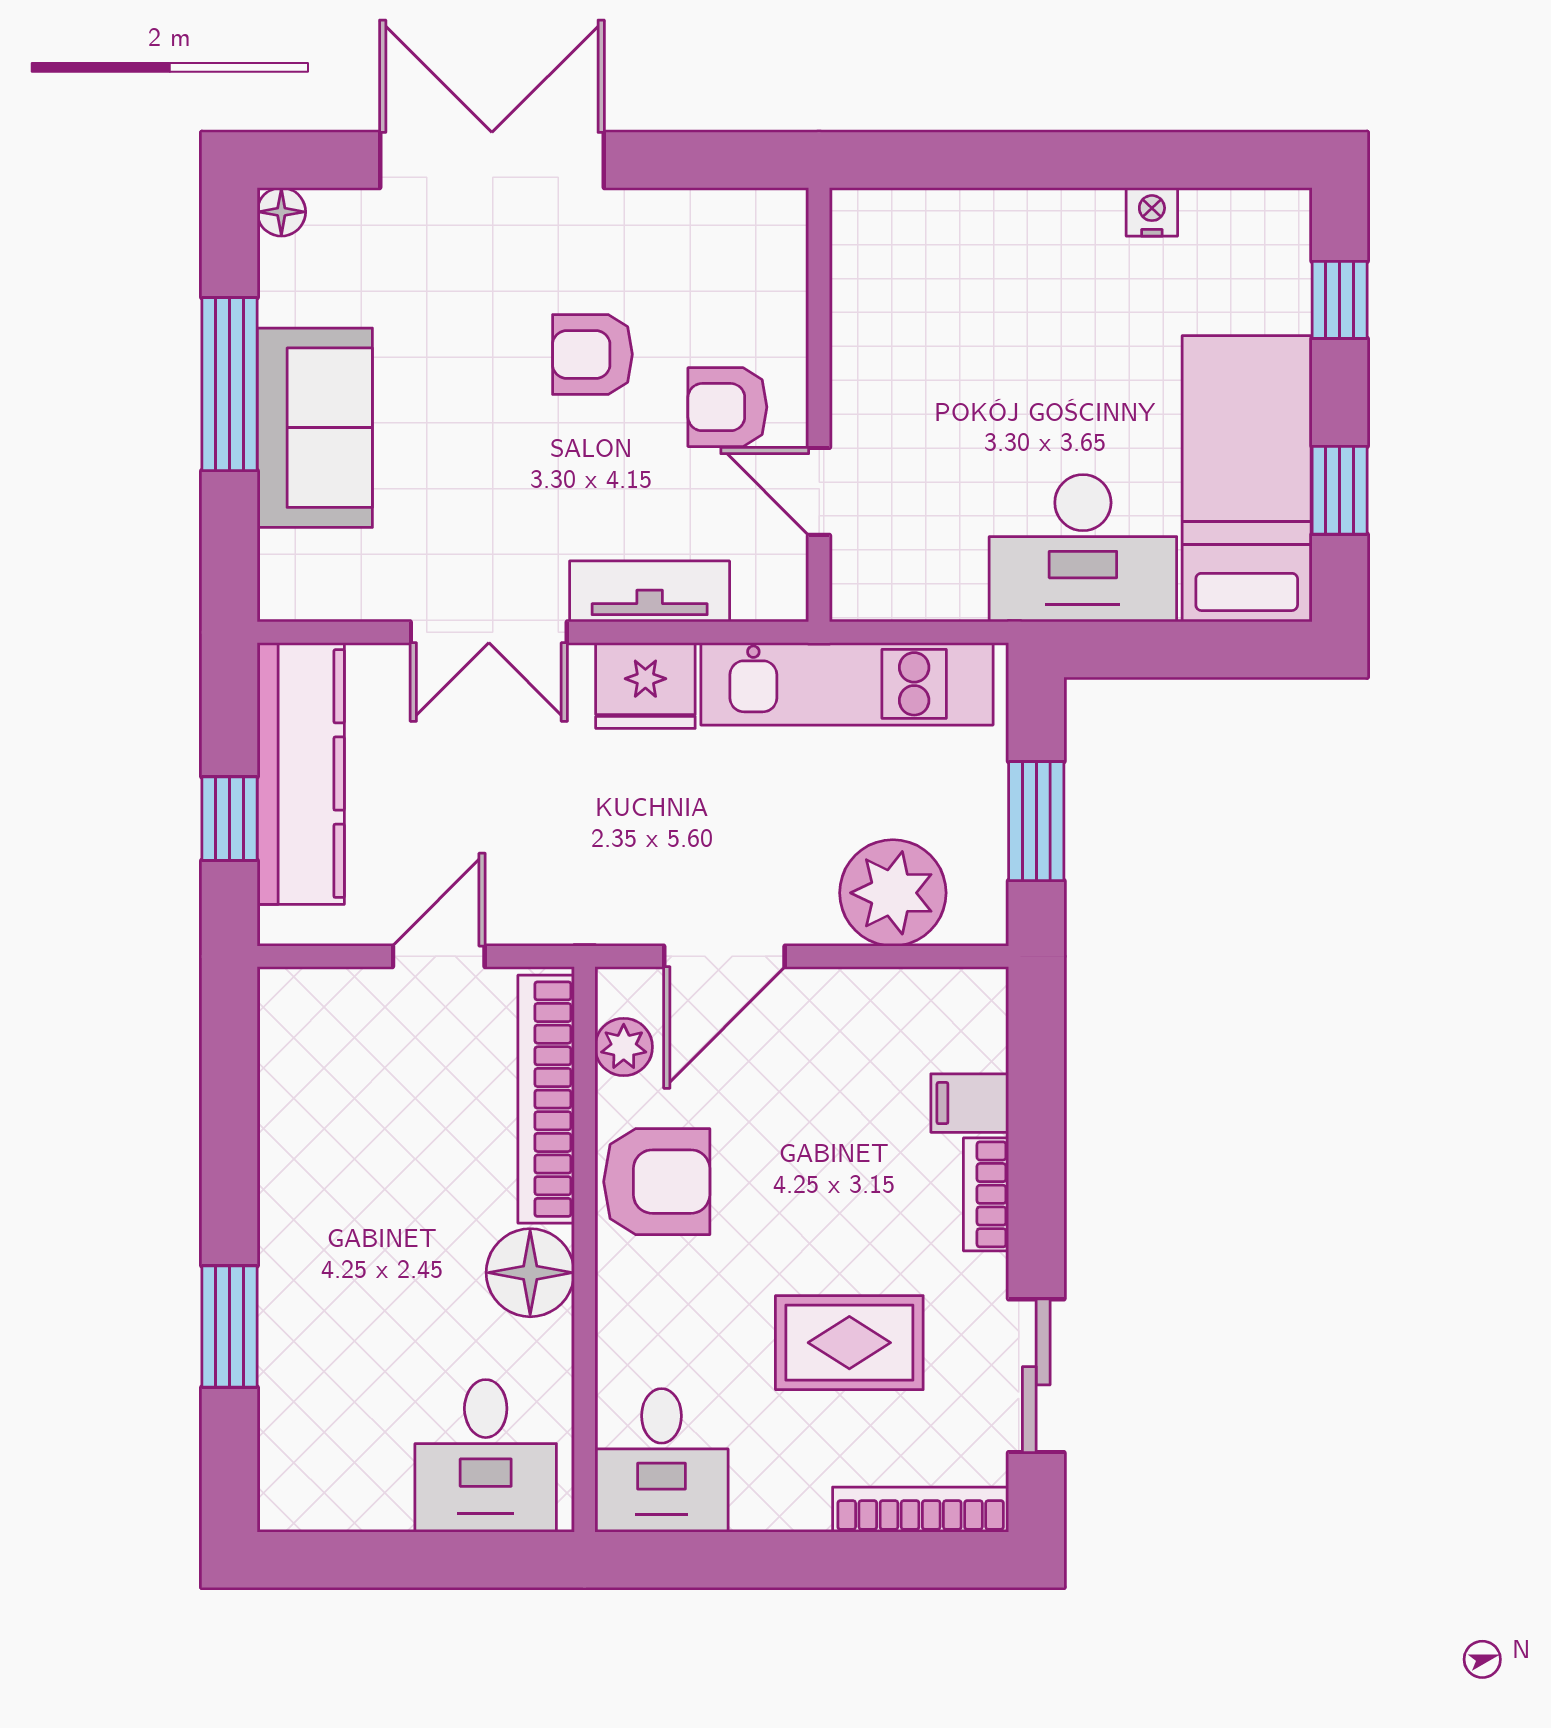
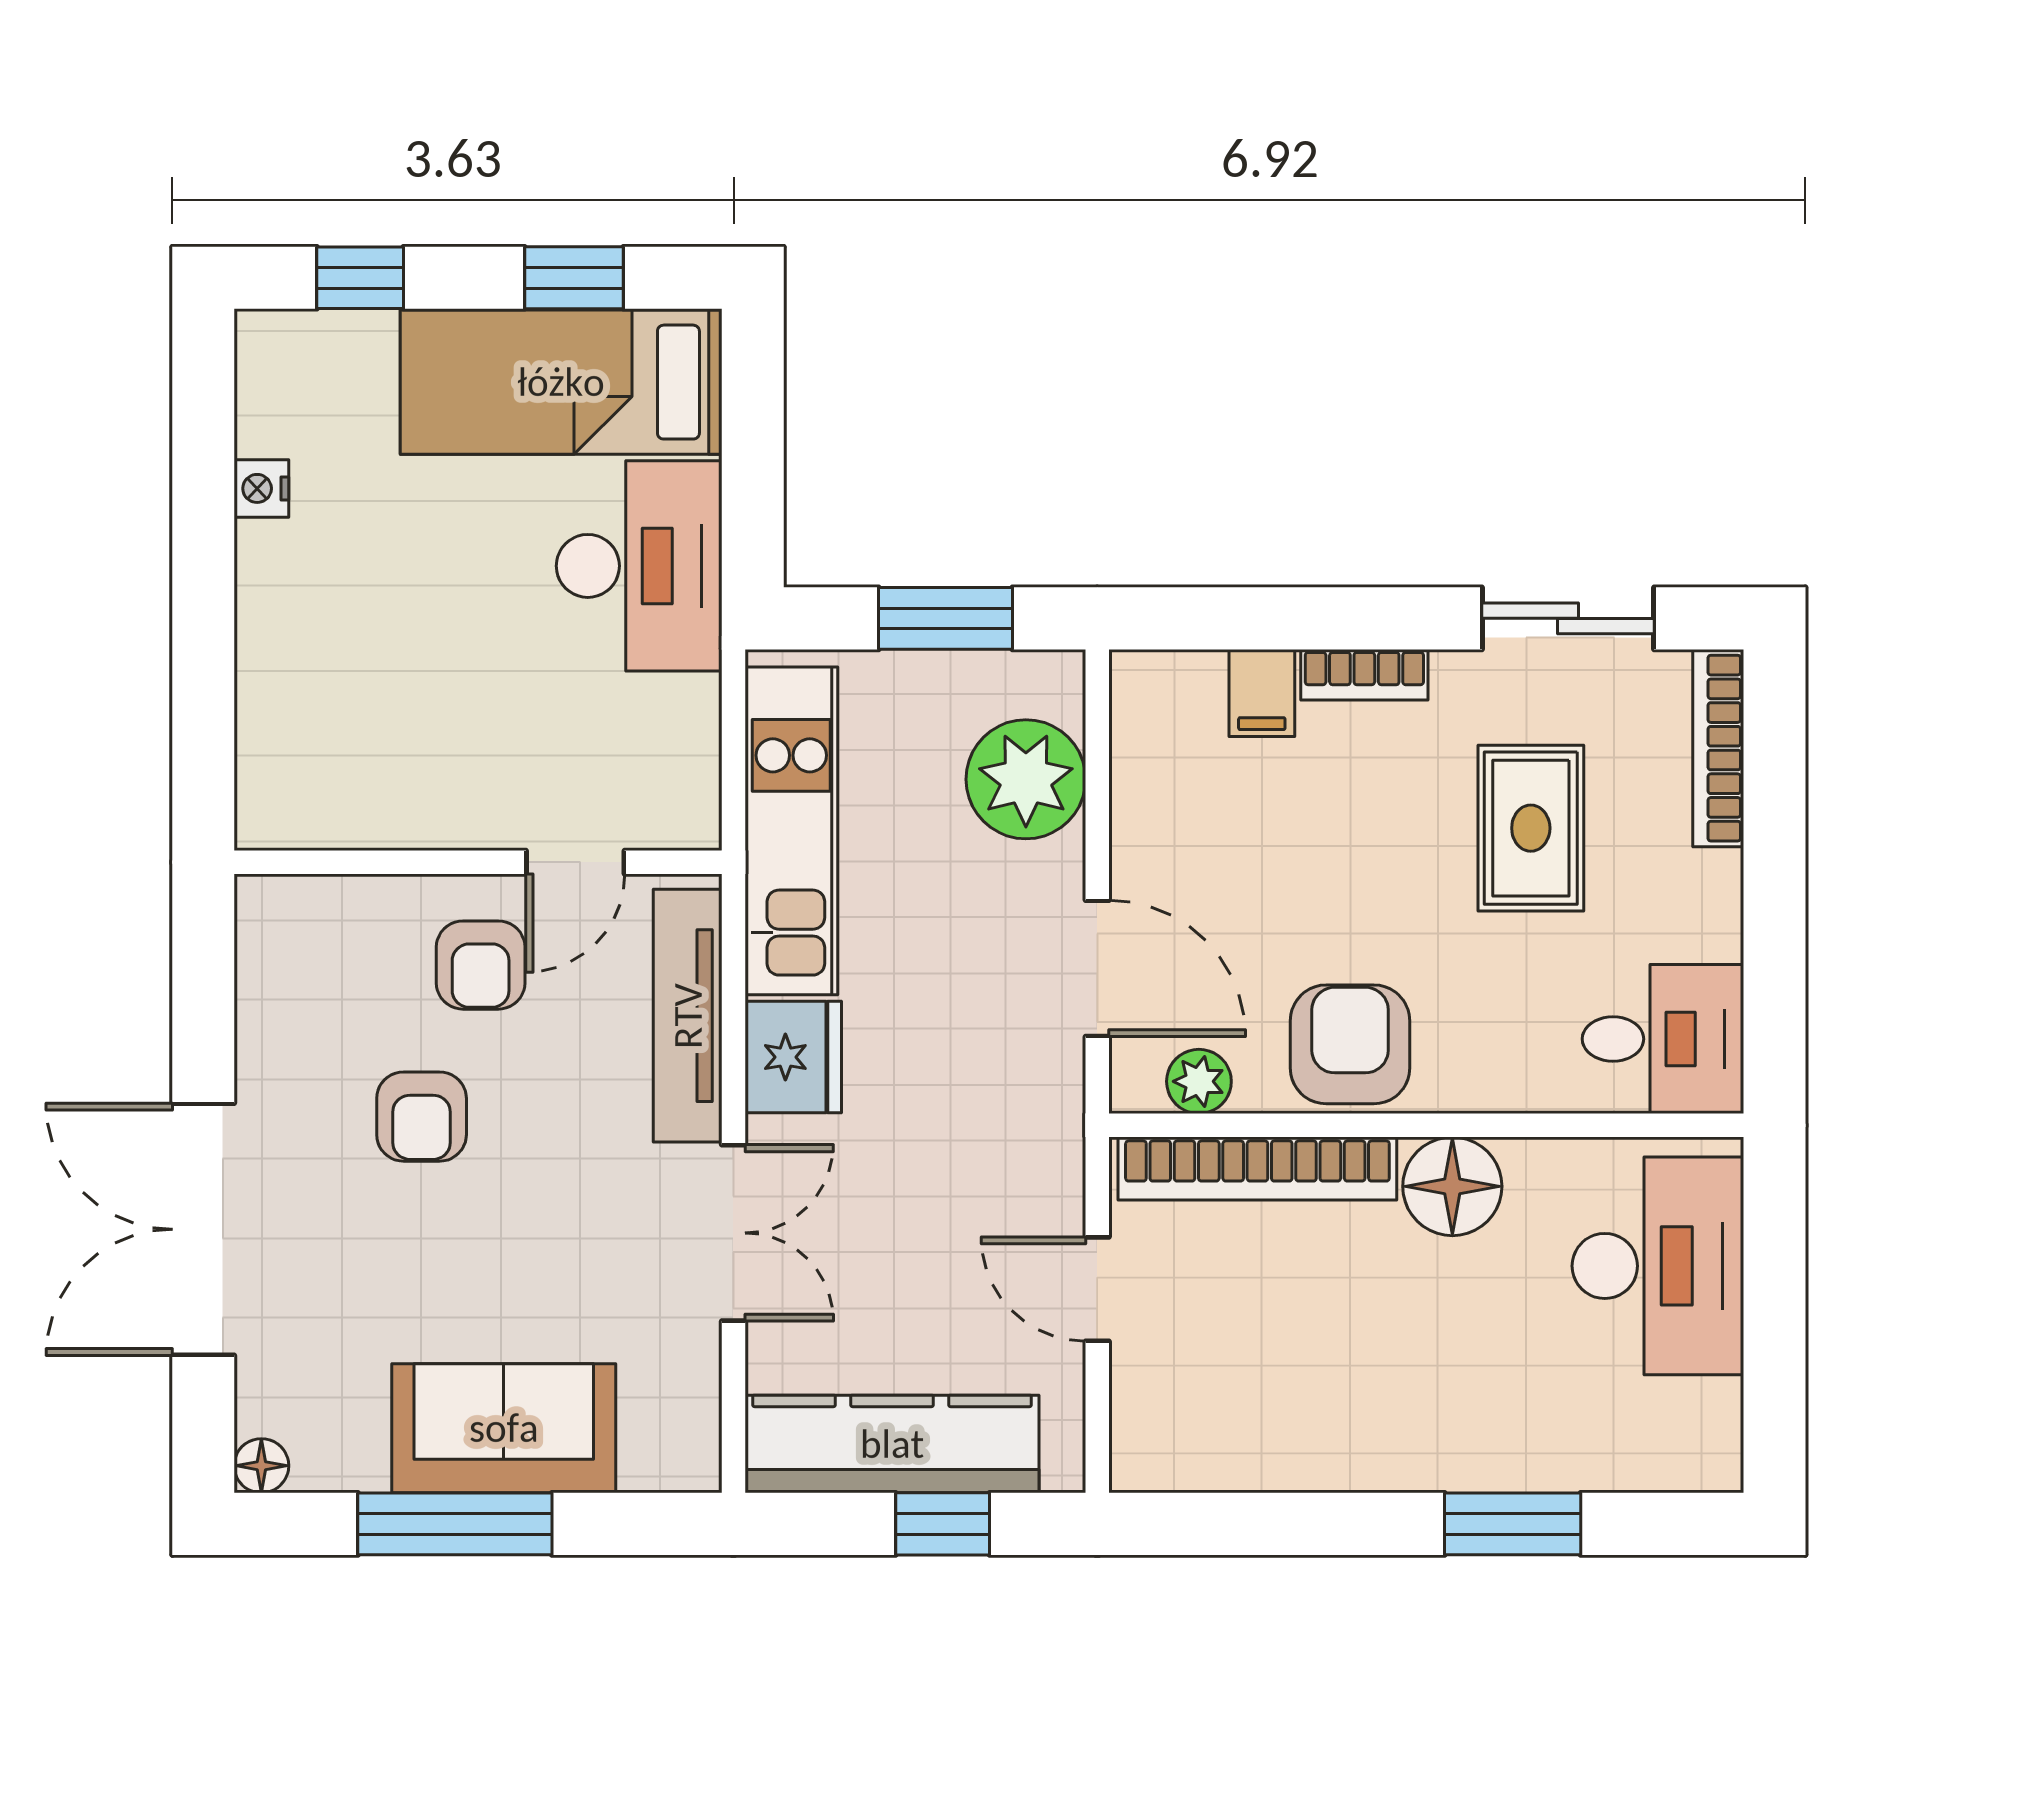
tv unit: (650, 591) -> (688, 1016), width x1.41
desk: (486, 1456) -> (1658, 1266), width x1.37

